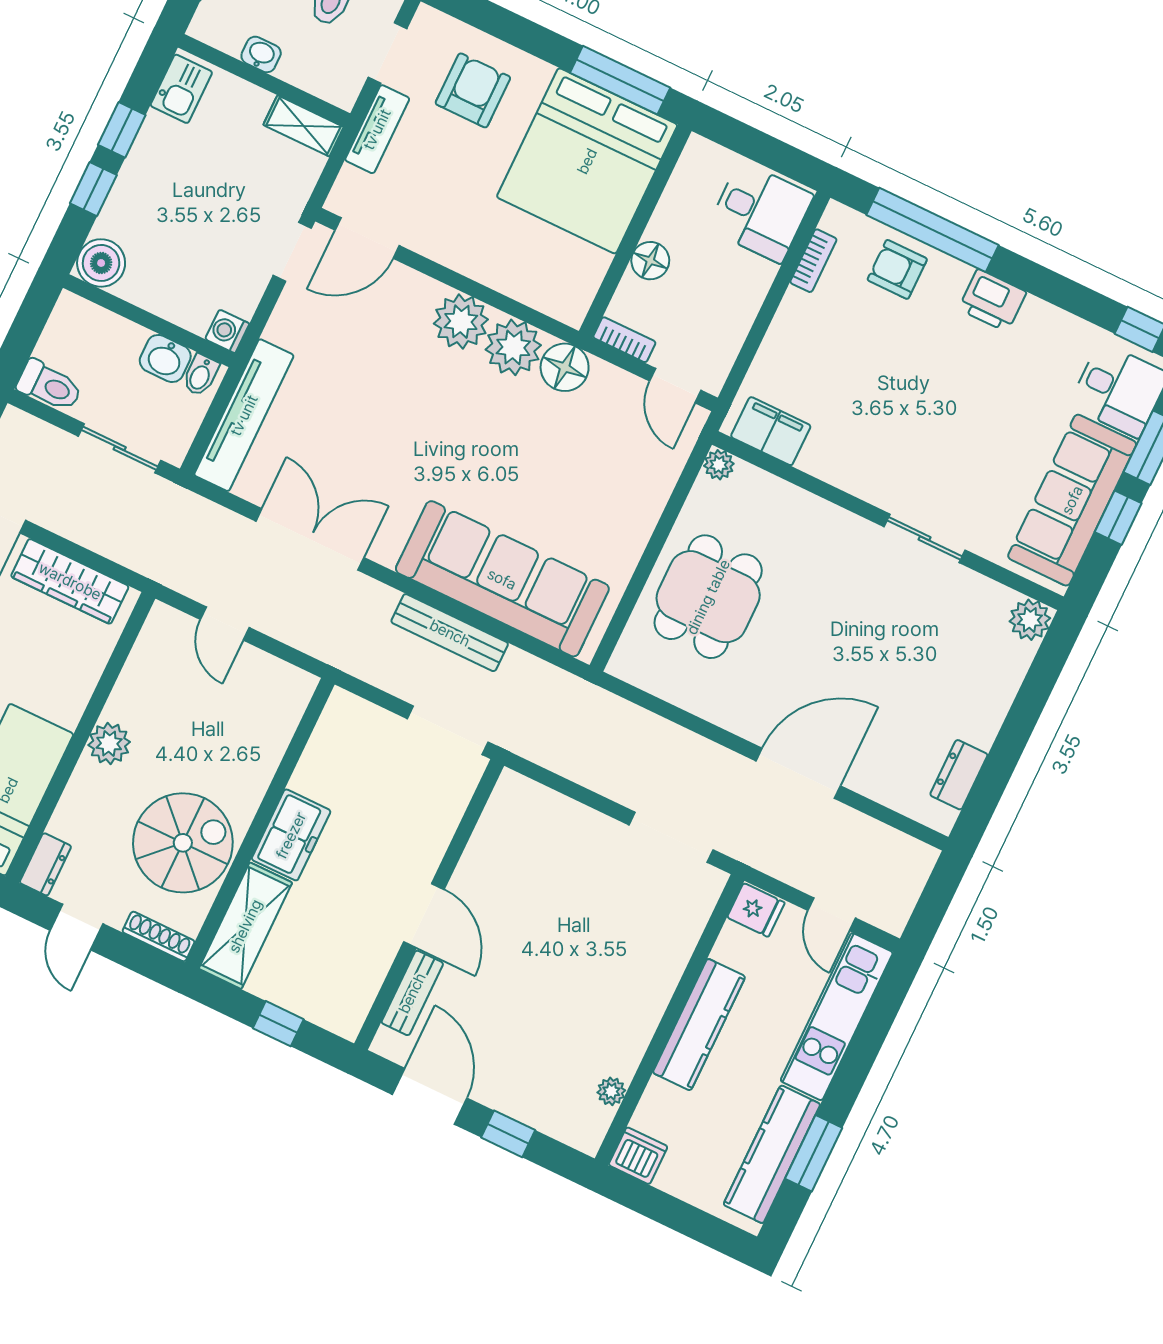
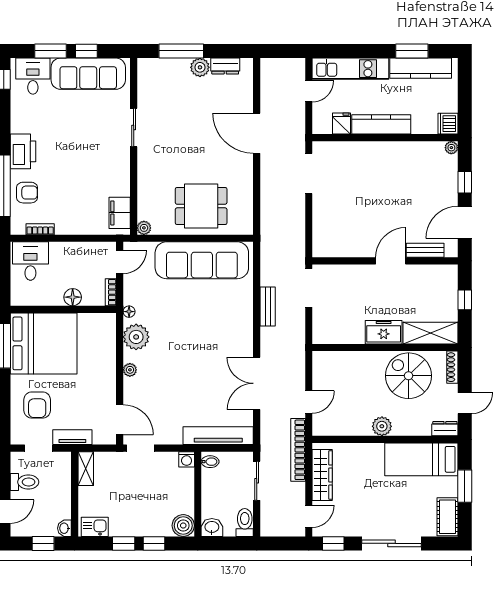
washbasin: (261, 54) -> (64, 528), moved
armchair: (473, 90) -> (37, 405), turned -90
armchair: (897, 269) -> (27, 193), turned -90
printer: (992, 300) -> (23, 151), width x1.37, depth x1.19
plant: (461, 322) -> (130, 370), width x0.53, depth x0.53
washbasin: (165, 359) -> (212, 528), moved, turned -90
floor lamp: (565, 367) -> (129, 312), width x0.53, depth x0.53
bookcase: (141, 558) -> (298, 450), added
sofa: (502, 579) -> (202, 260), moved, turned -90
plant: (1030, 620) -> (200, 67), moved
bench: (450, 633) -> (268, 307), width x0.73
window: (1029, 703) -> (181, 51), added
fridge: (756, 910) -> (341, 124), moved
plant: (611, 1091) -> (451, 148), moved

